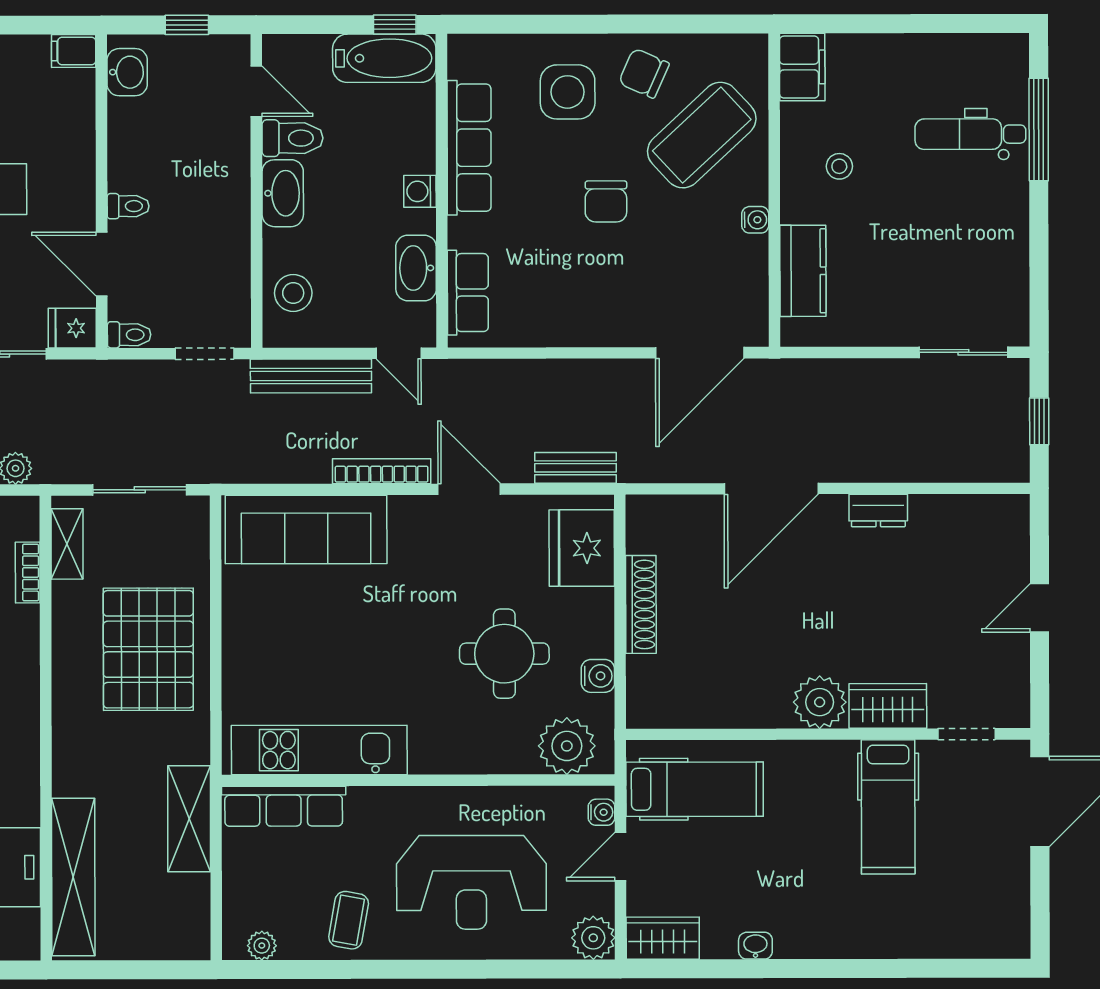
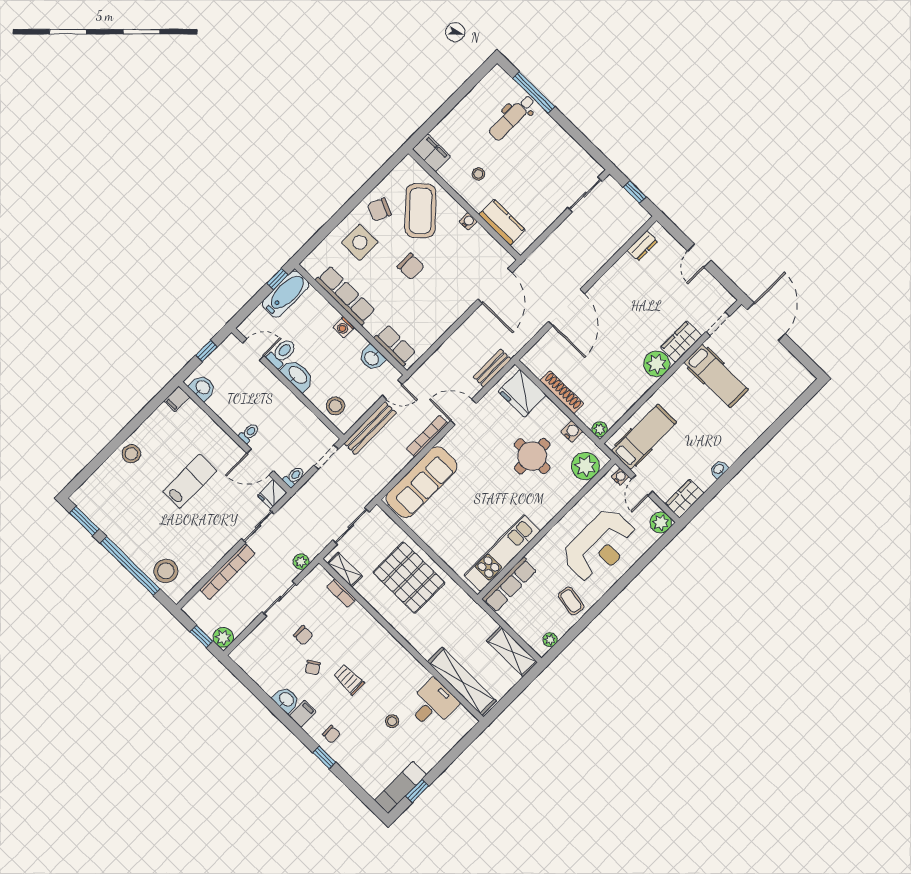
washbasin: (416, 268) -> (372, 358), width x0.72
dresser: (878, 511) -> (642, 246), moved
plant: (641, 713) -> (600, 429), added
shelving: (189, 819) -> (512, 652), moved

